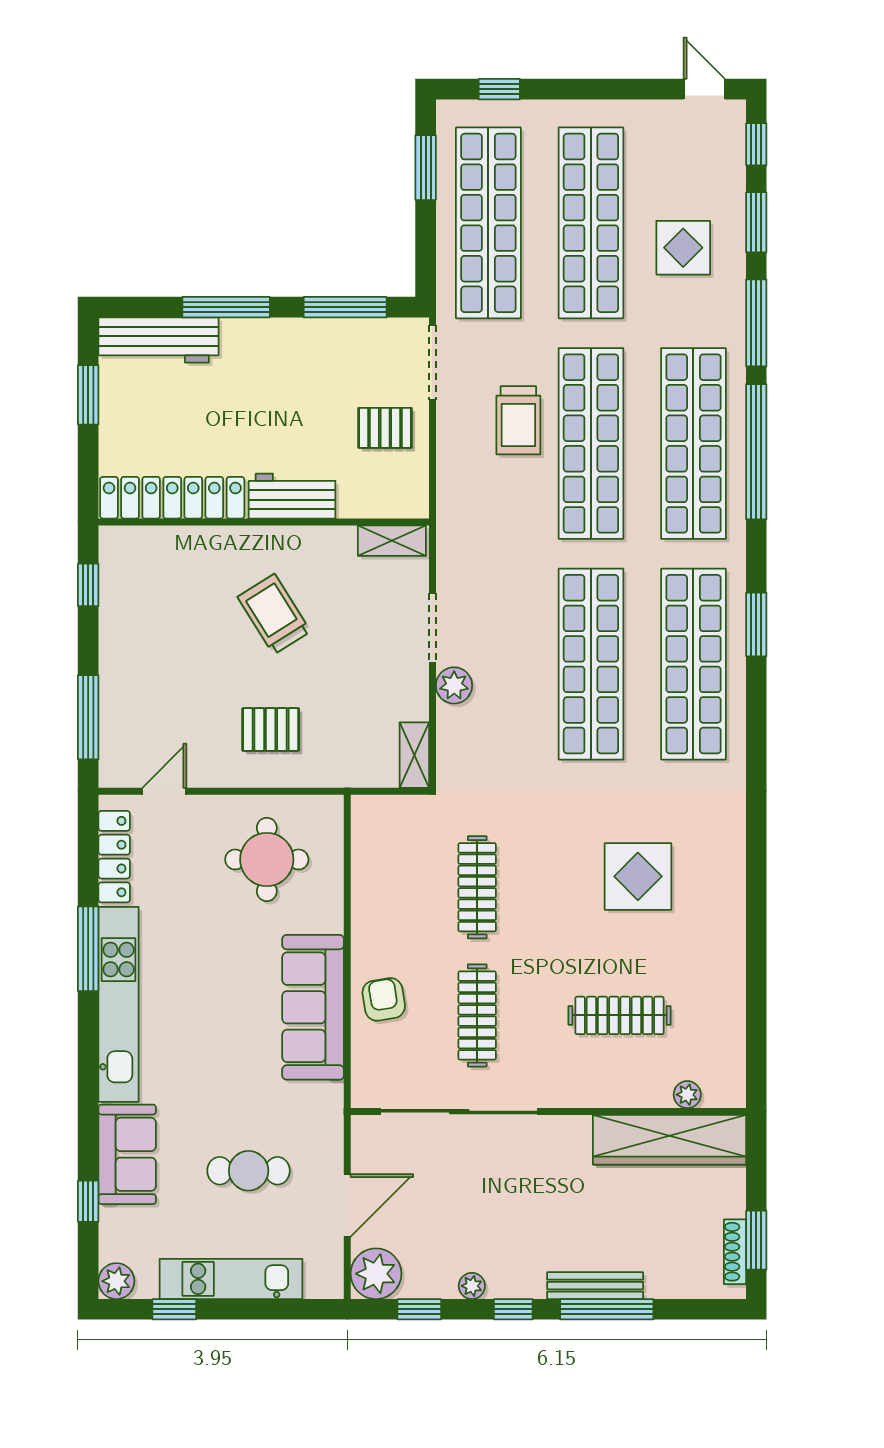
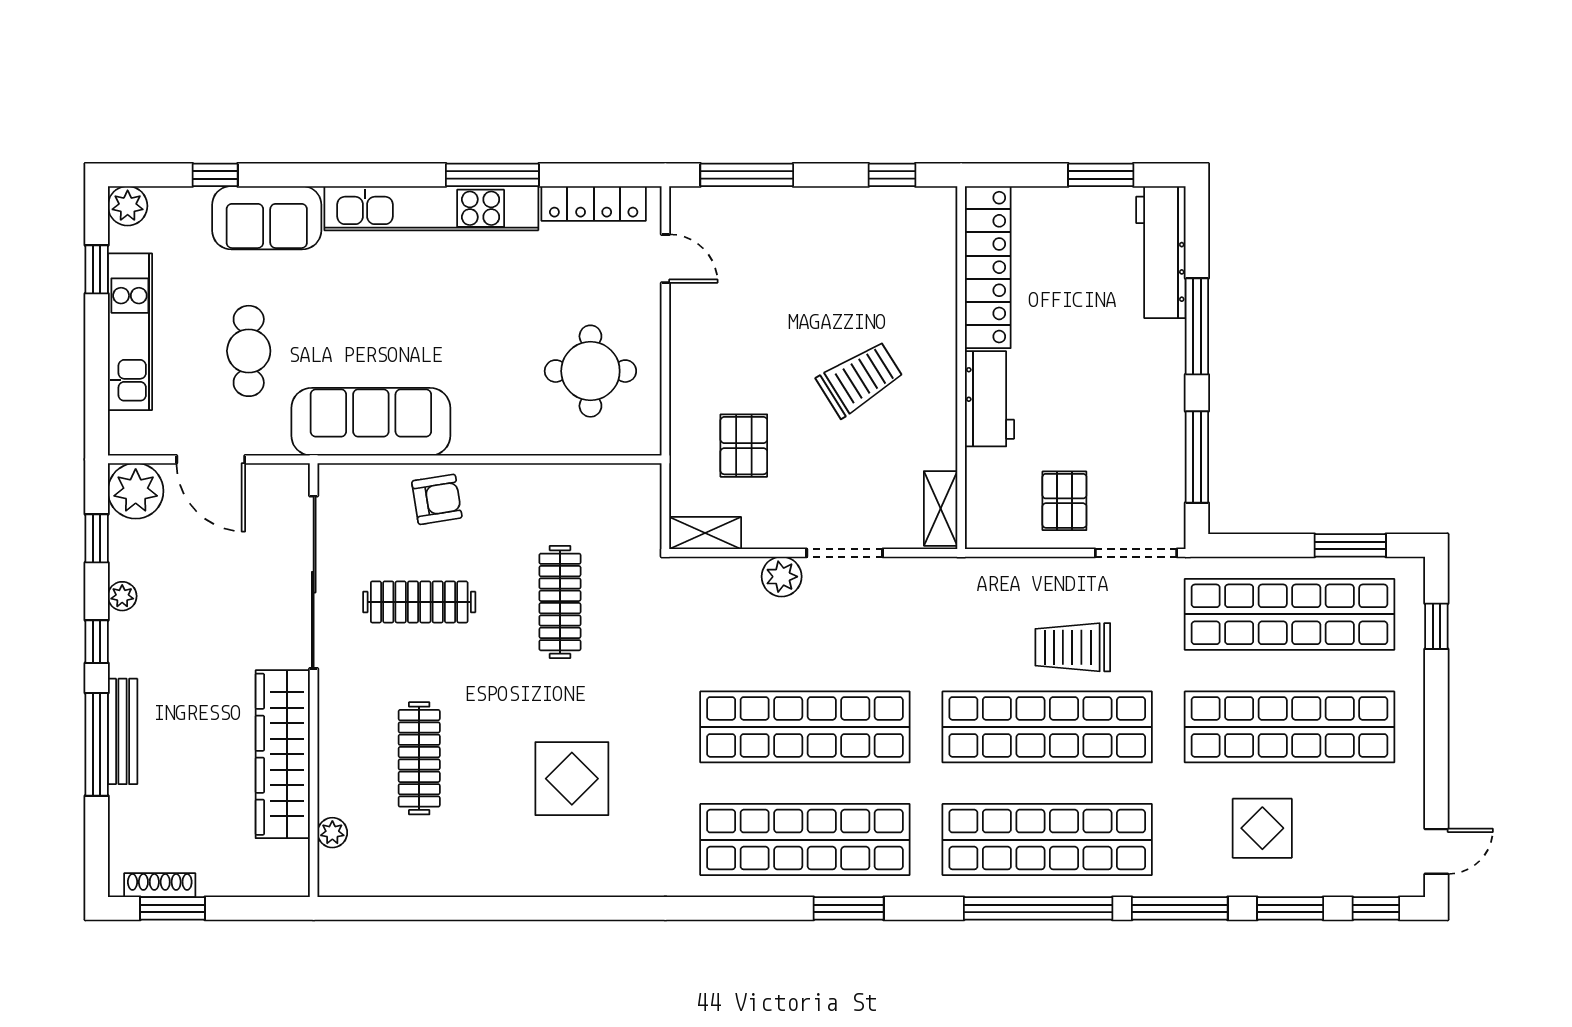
pallet: (271, 729) -> (744, 446), moved
clothes rail: (477, 887) -> (560, 602), turned 90
sofa: (313, 1007) -> (371, 422), moved
wardrobe: (669, 1140) -> (283, 754), moved

